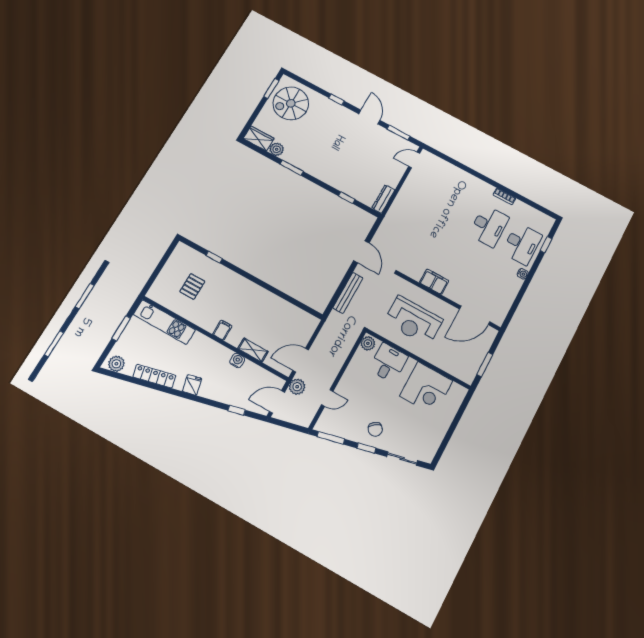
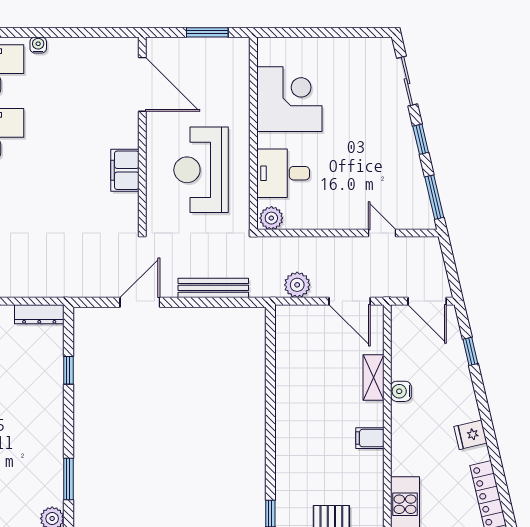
reception desk: (413, 321) -> (201, 170), turned 180
plant: (297, 387) -> (297, 285), moved
chair: (375, 429) -> (388, 141), removed

